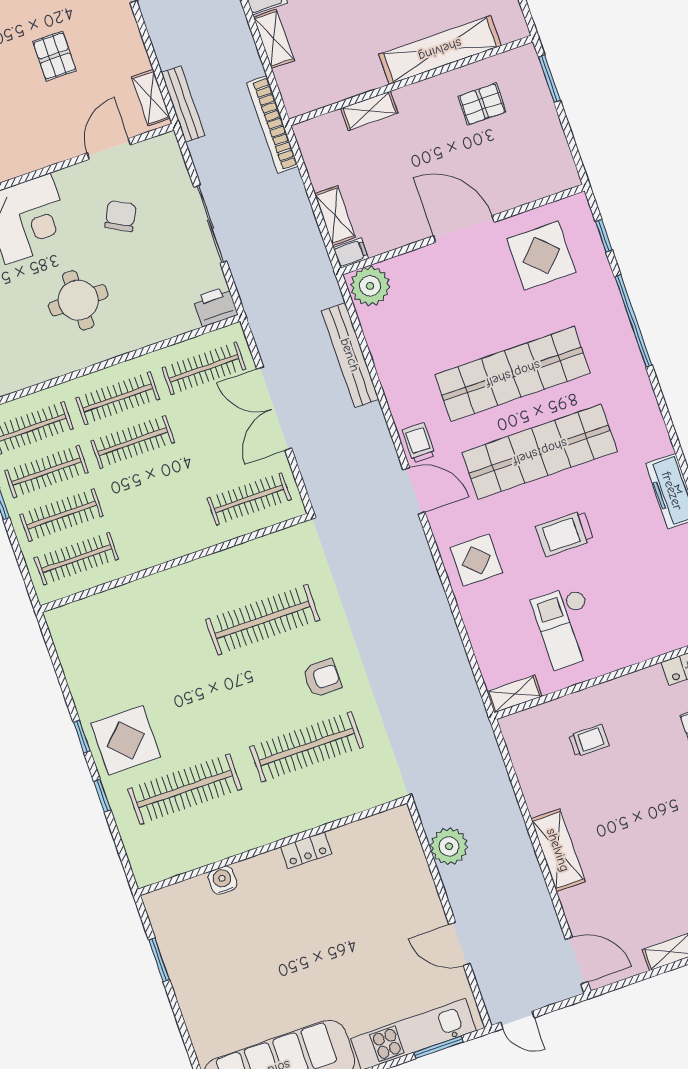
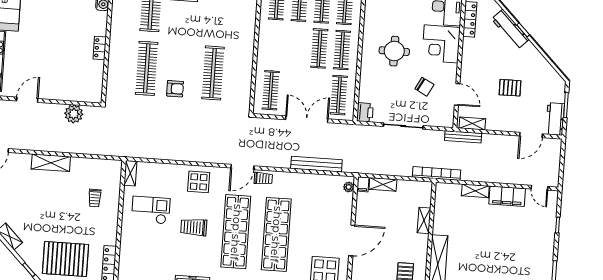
plant: (370, 286) -> (349, 187), width x0.53, depth x0.53
trolley: (565, 533) -> (194, 227), turned -90
armchair: (322, 678) -> (175, 89), turned -90

